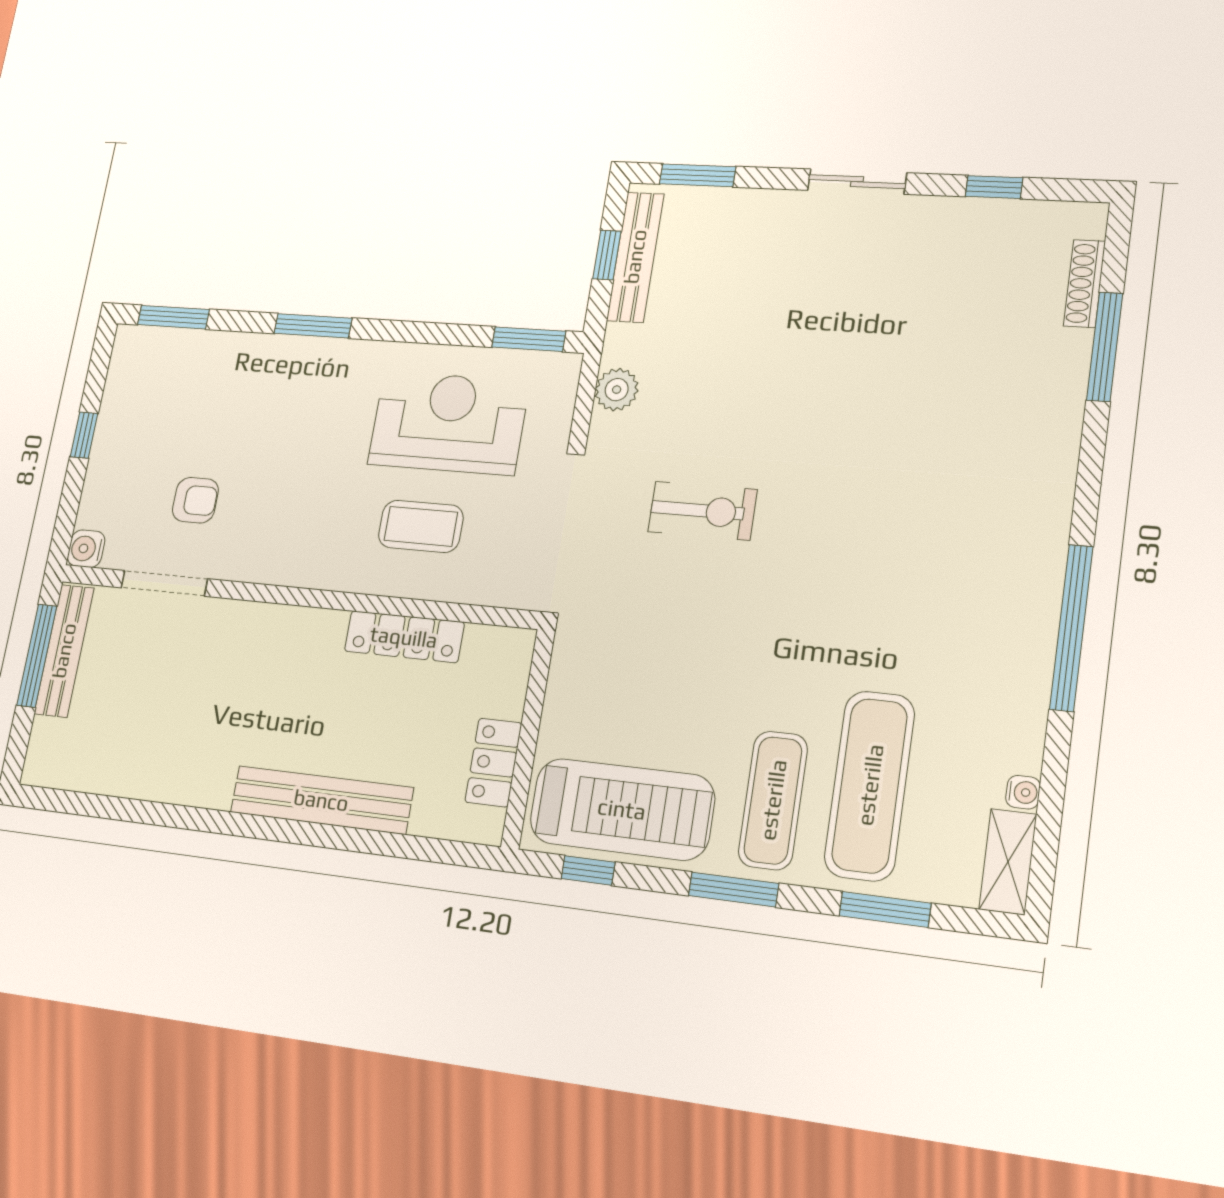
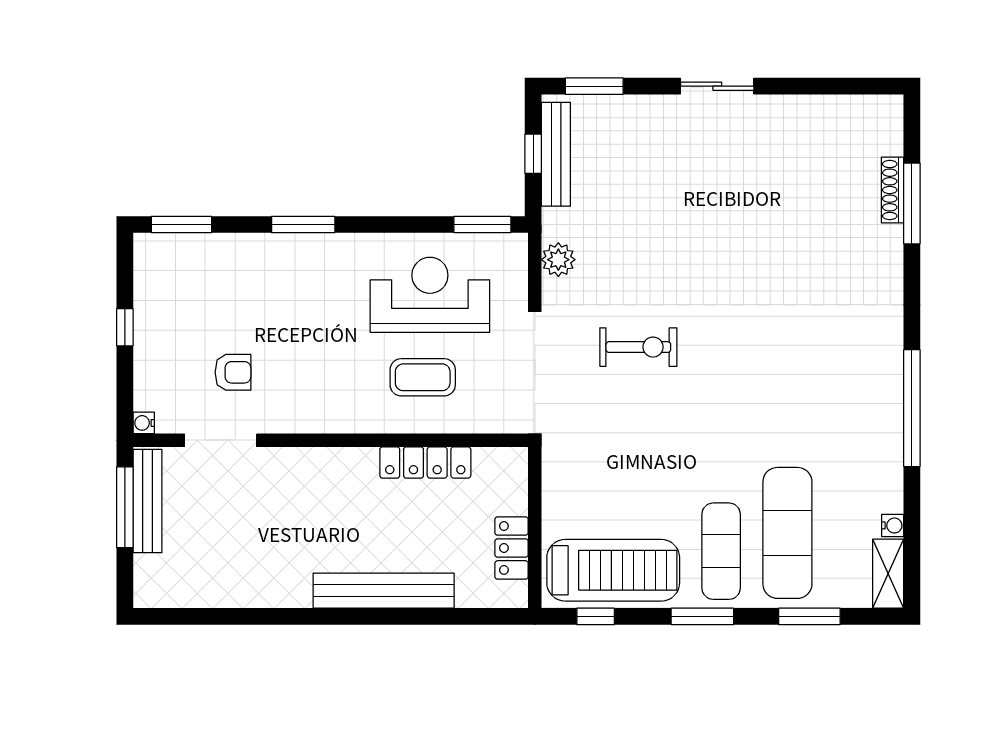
window: (994, 187) -> (819, 86), removed
shoe rack: (1084, 283) -> (892, 190), moved
water cooler: (86, 549) -> (144, 423), width x0.72, depth x0.72

